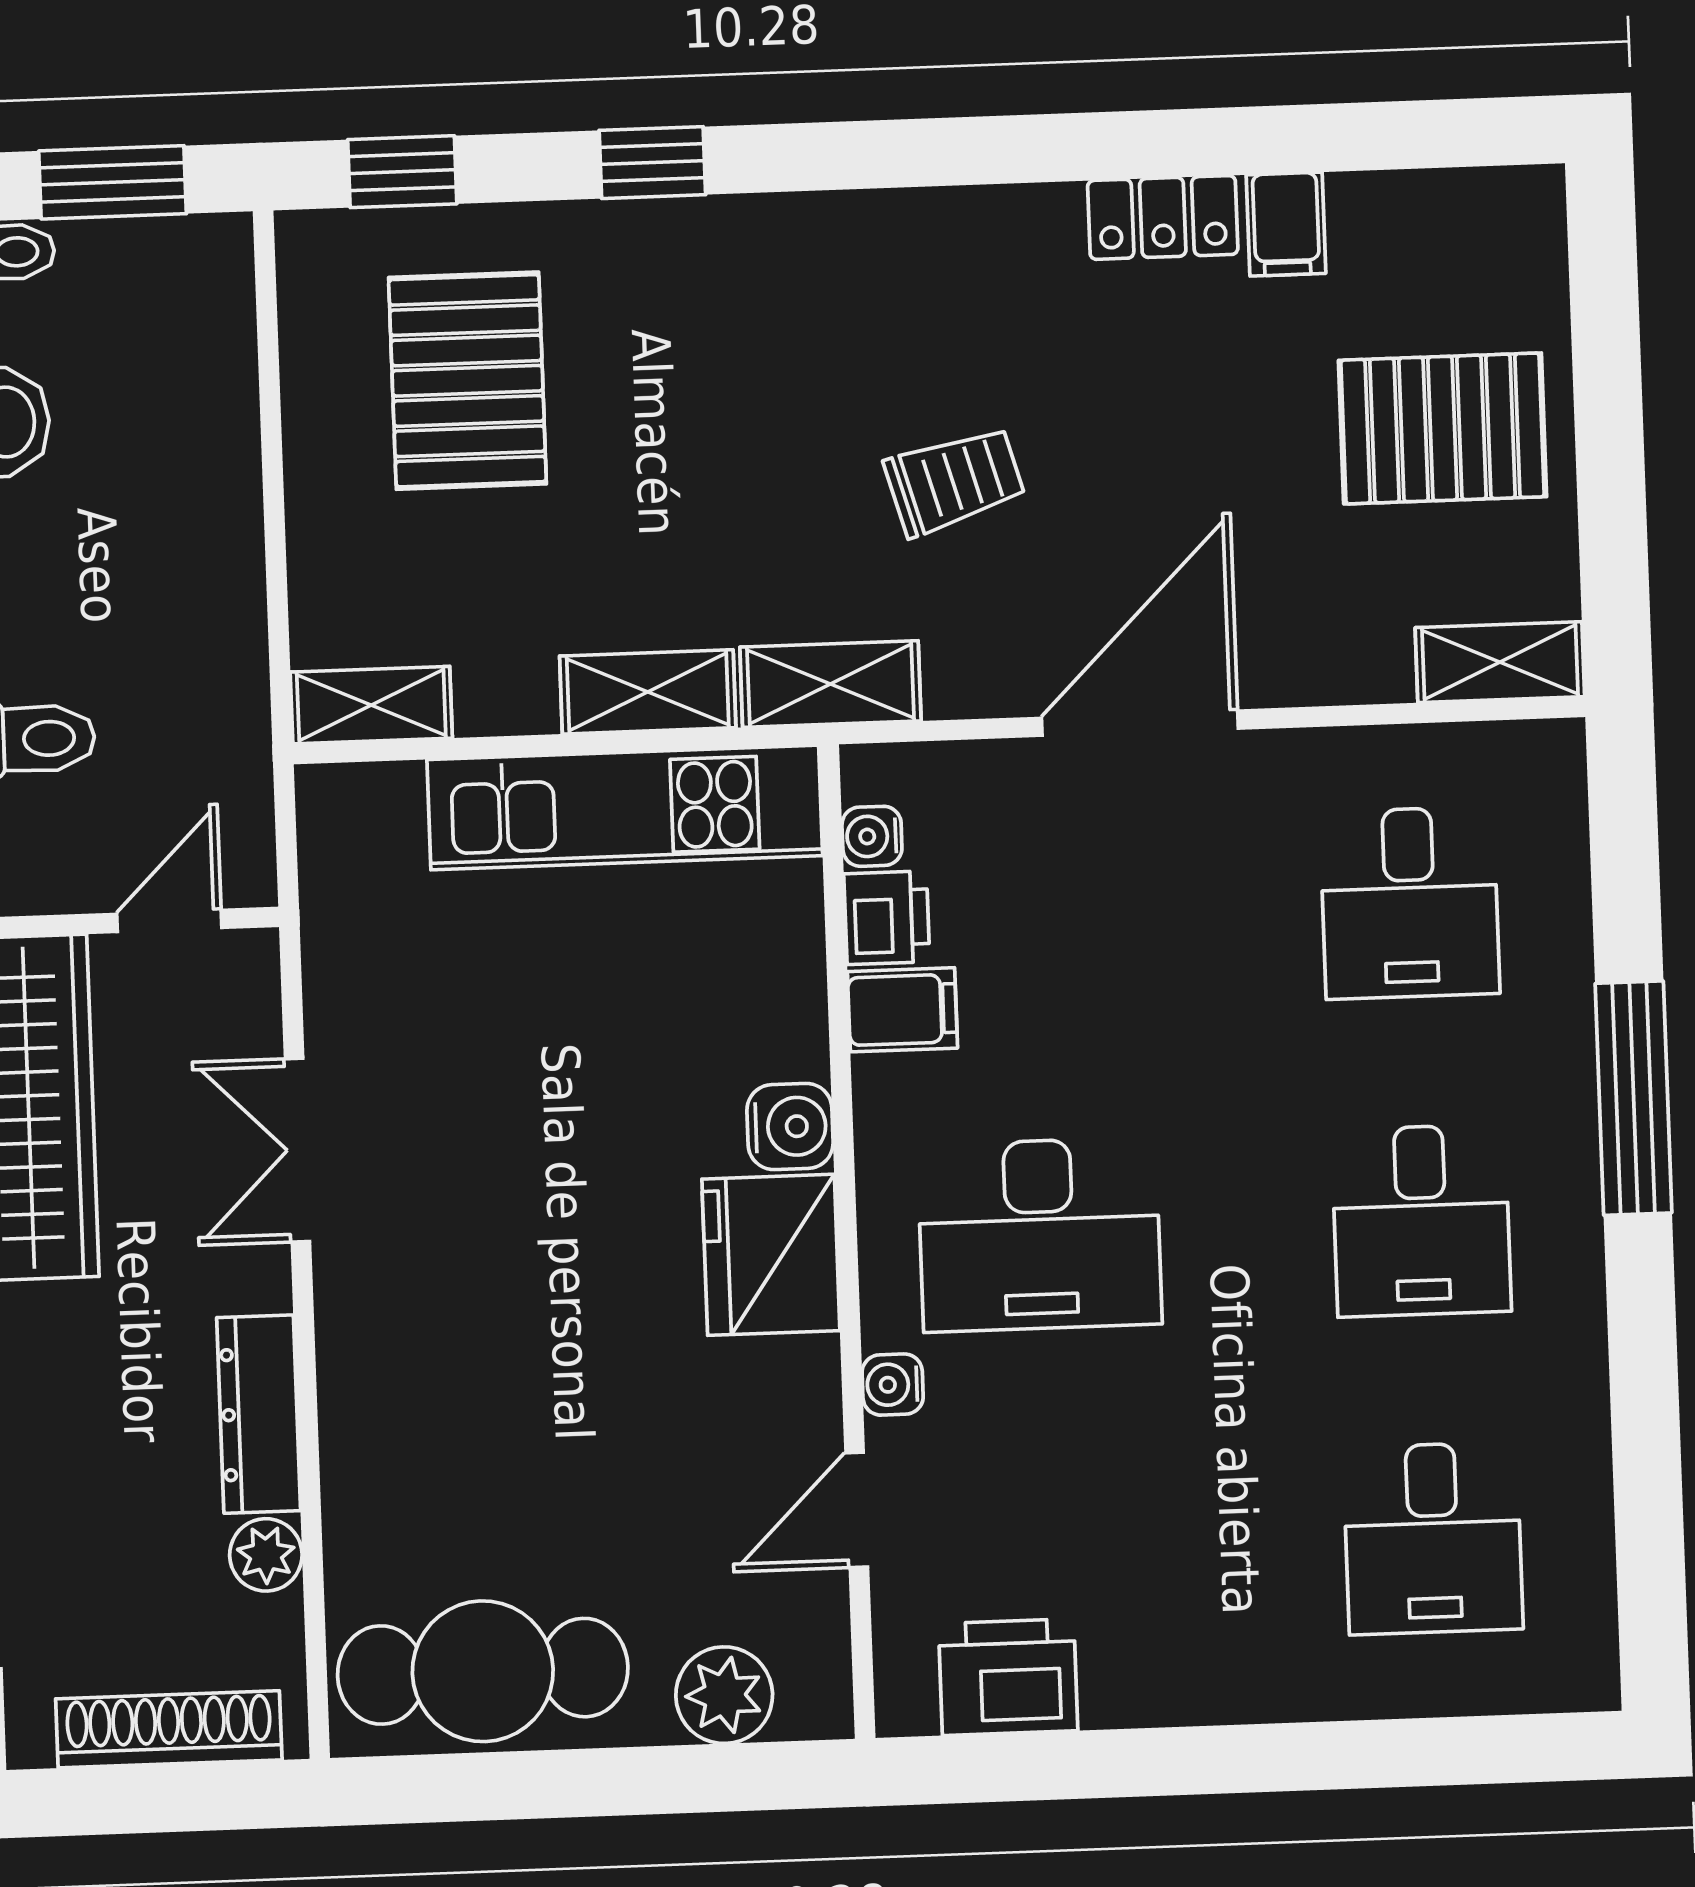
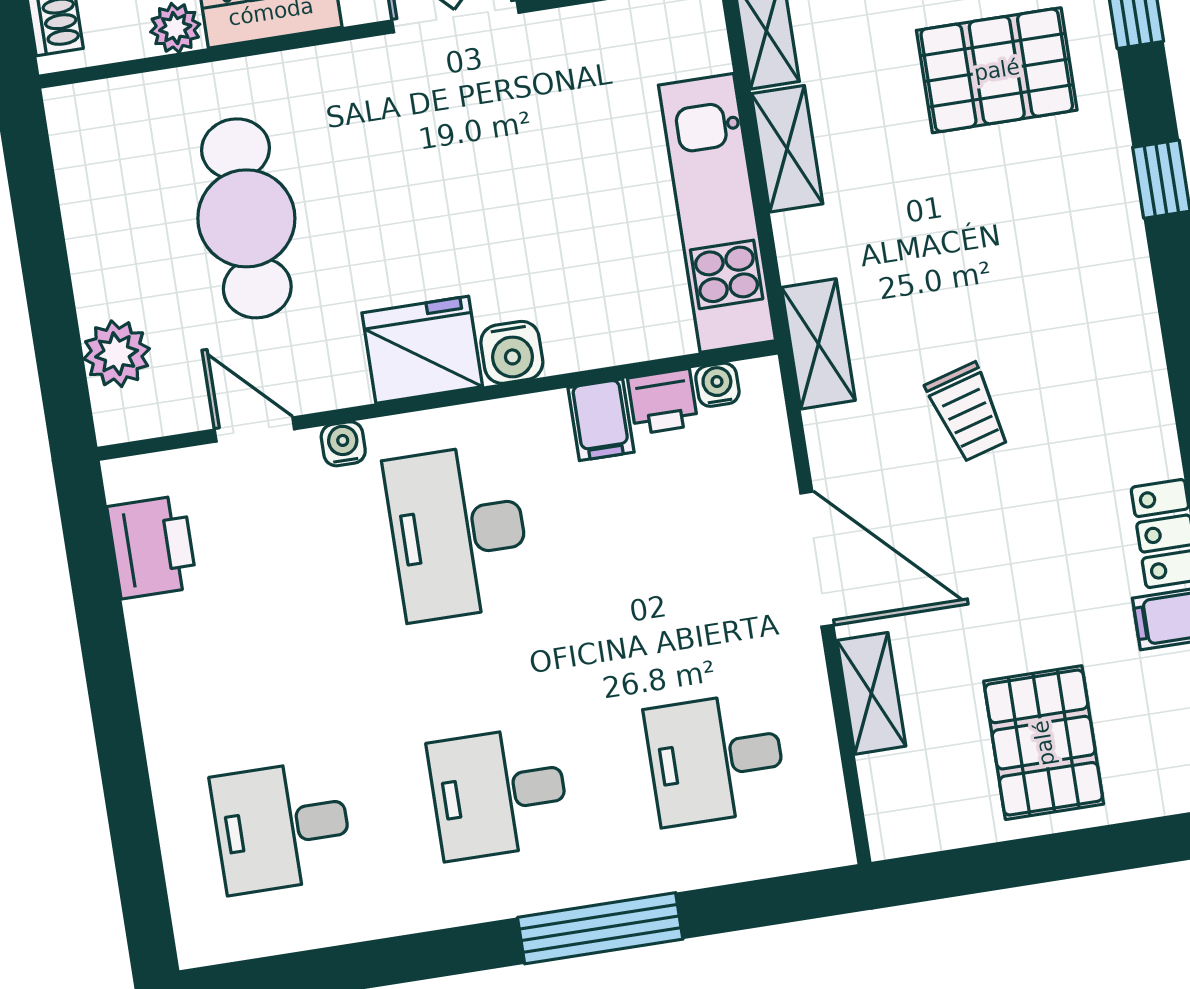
shelving: (1500, 662) -> (871, 693), moved
shelving: (648, 692) -> (787, 149), moved
cafe table: (483, 1671) -> (246, 218), moved

